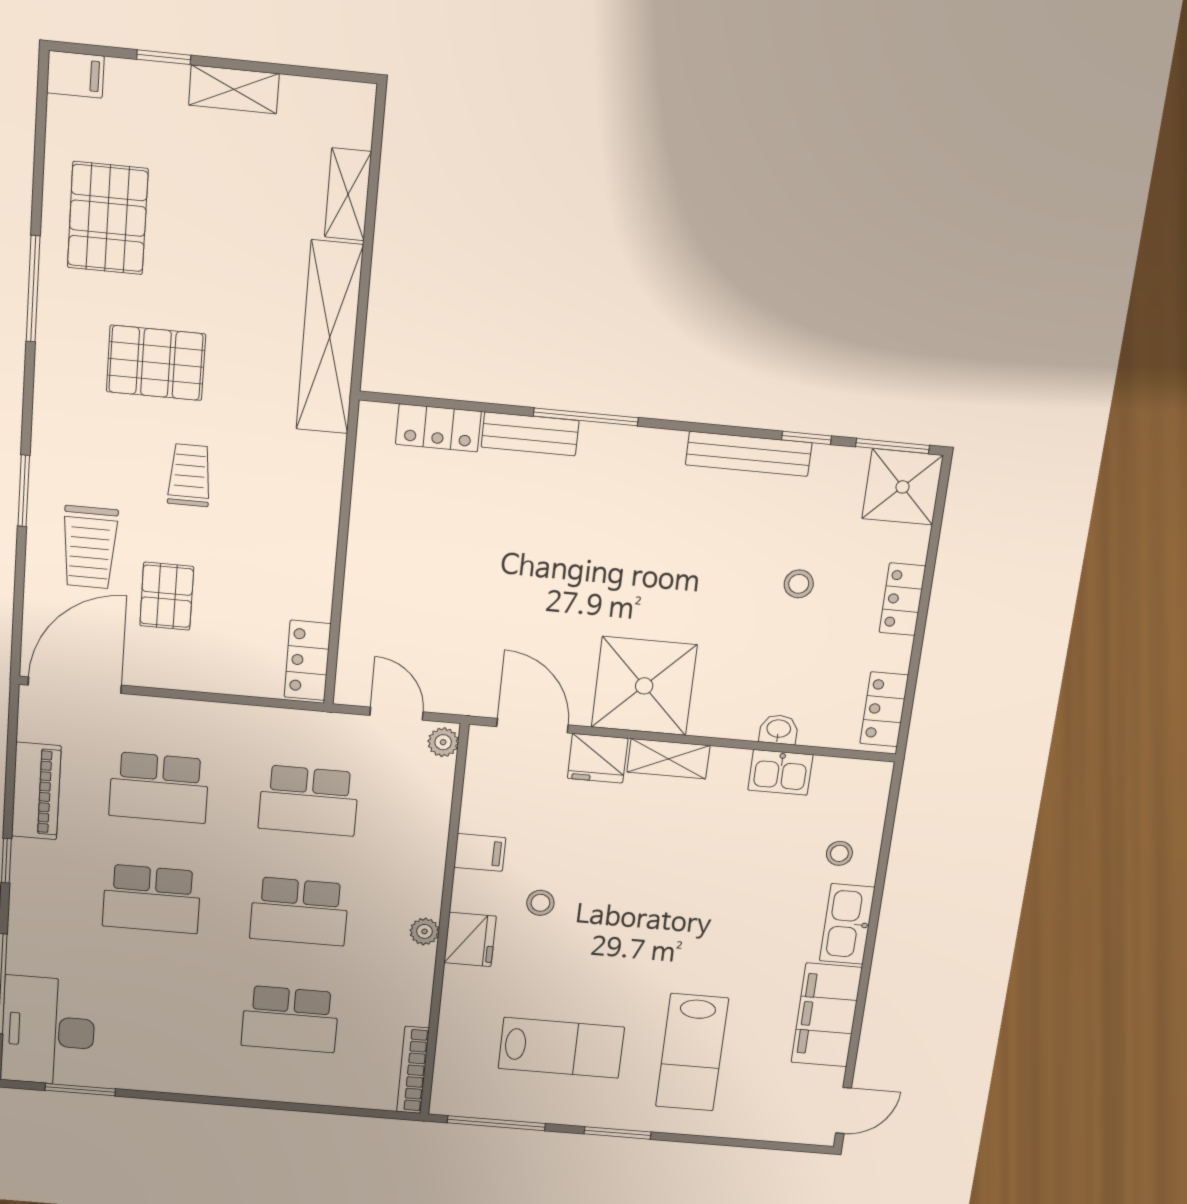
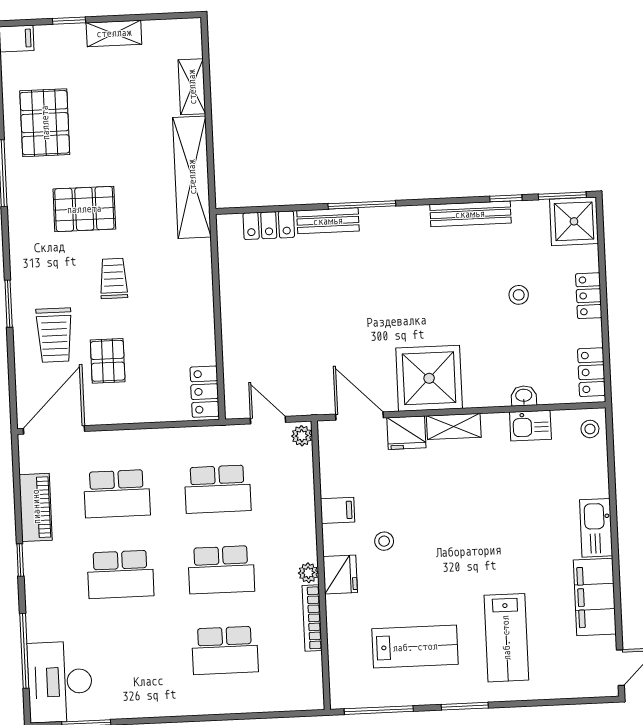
stool: (839, 853) -> (590, 429), moved
bookcase: (413, 1070) -> (312, 618), moved

